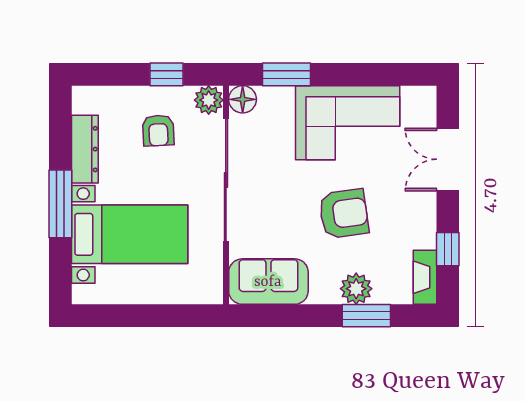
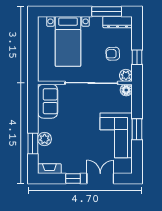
window: (287, 74) -> (137, 129), moved
dresser: (85, 149) -> (117, 22), moved
window: (60, 204) -> (107, 11), moved
armchair: (344, 214) -> (77, 134), removed
window: (448, 249) -> (73, 179), moved

